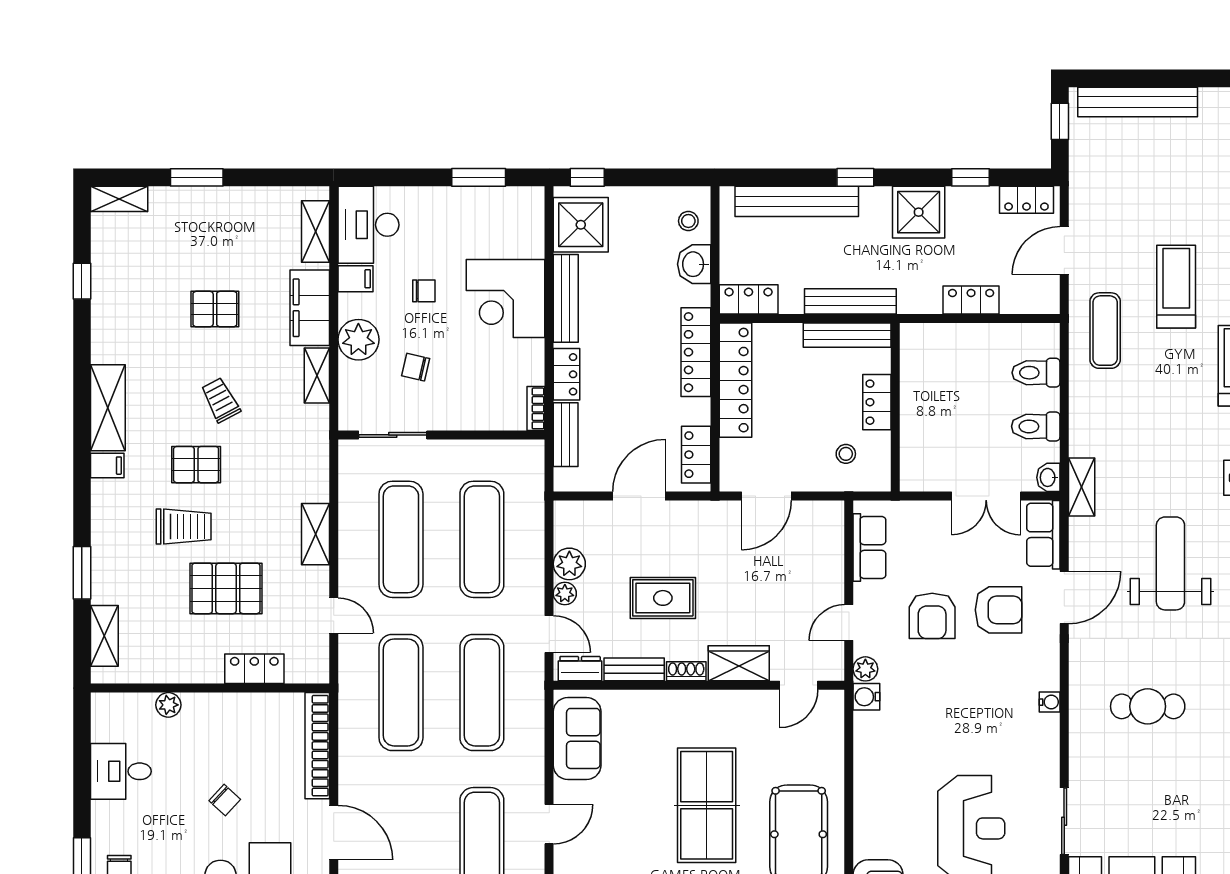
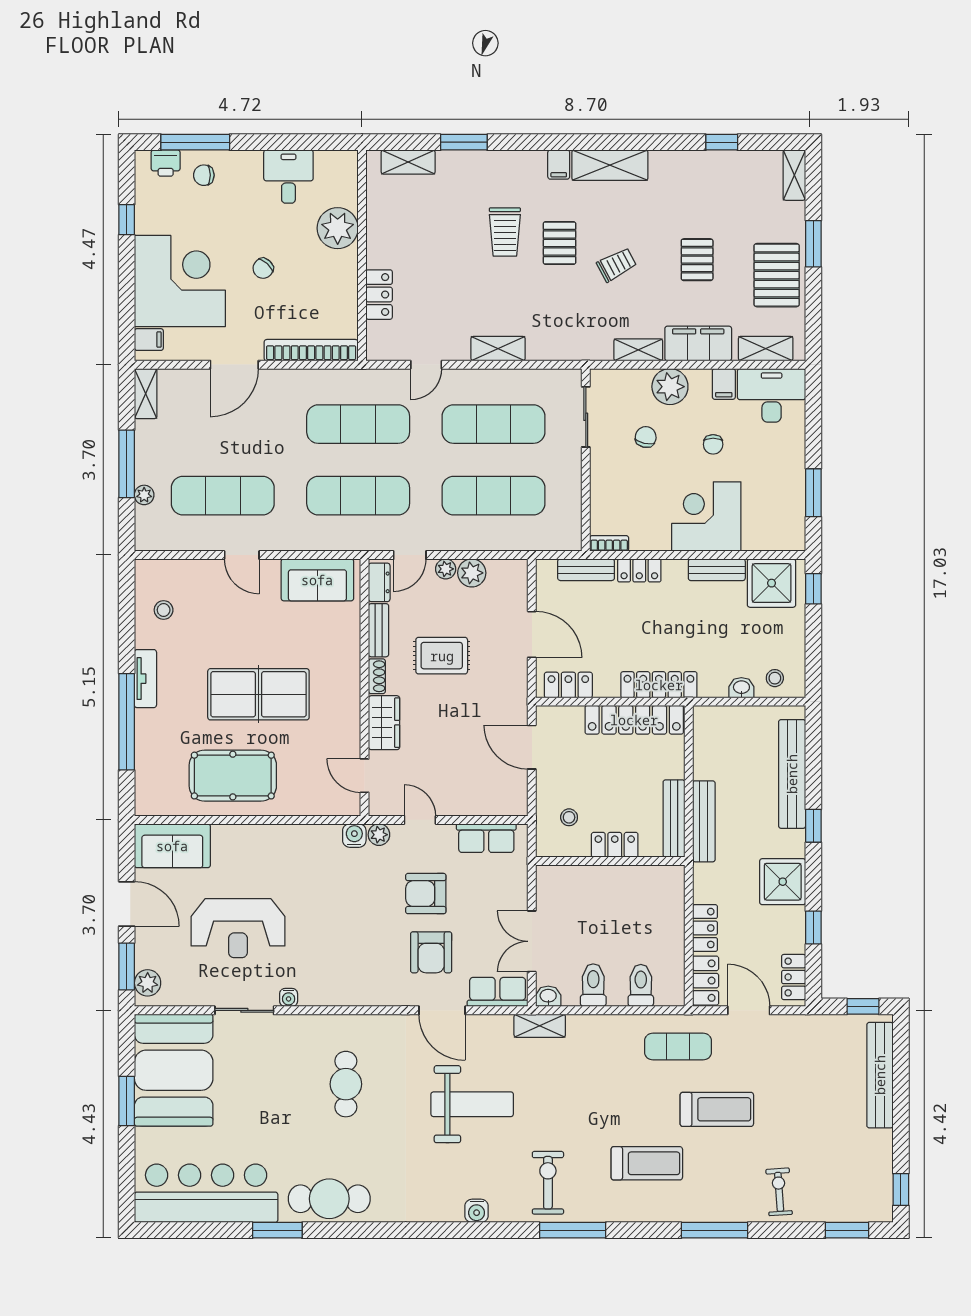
washbasin: (694, 264) -> (741, 688), width x0.72, depth x0.69
bench: (566, 298) -> (717, 570), width x0.73
locker: (749, 299) -> (706, 981), moved
pallet: (226, 588) -> (777, 275), moved
rug: (663, 598) -> (442, 656), turned 90
water cooler: (1050, 702) -> (289, 997), moved
plant: (168, 705) -> (338, 228), width x1.88, depth x1.88

